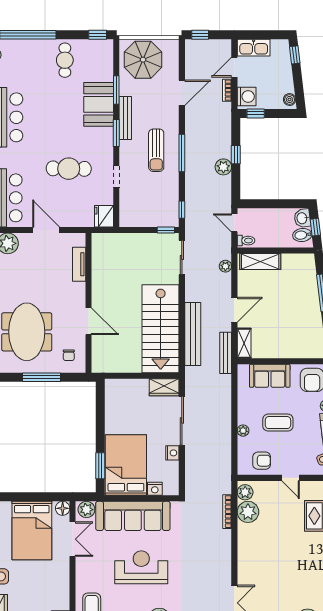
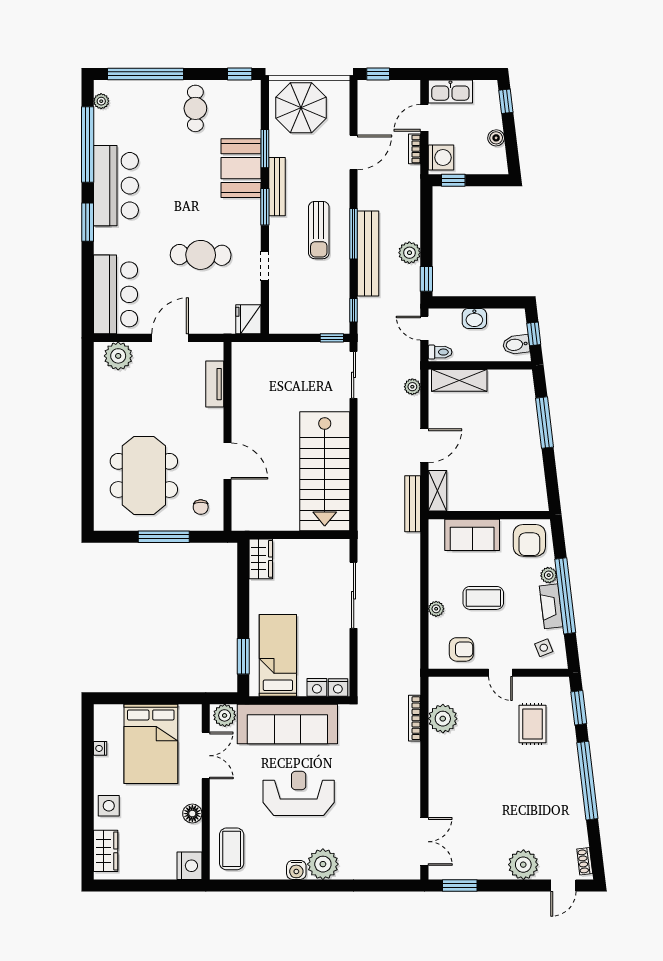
boiler: (290, 100) -> (496, 138), moved
window: (236, 155) -> (426, 279), moved
washbasin: (302, 218) -> (474, 318), moved, turned -83
door: (46, 230) -> (170, 338), hinge flipped
bench: (193, 334) -> (368, 254), moved
wardrobe: (164, 387) -> (261, 559), moved, turned -90
nightstand: (172, 453) -> (338, 687), moved, turned 90
bed: (126, 465) -> (278, 655), width x0.67
plant: (245, 492) -> (439, 692), removed
floor lamp: (63, 508) -> (192, 814), moved

